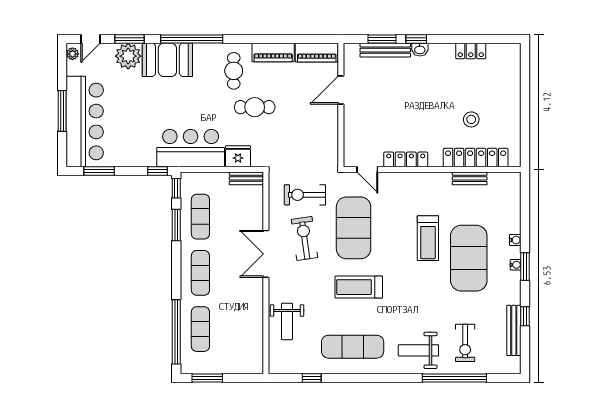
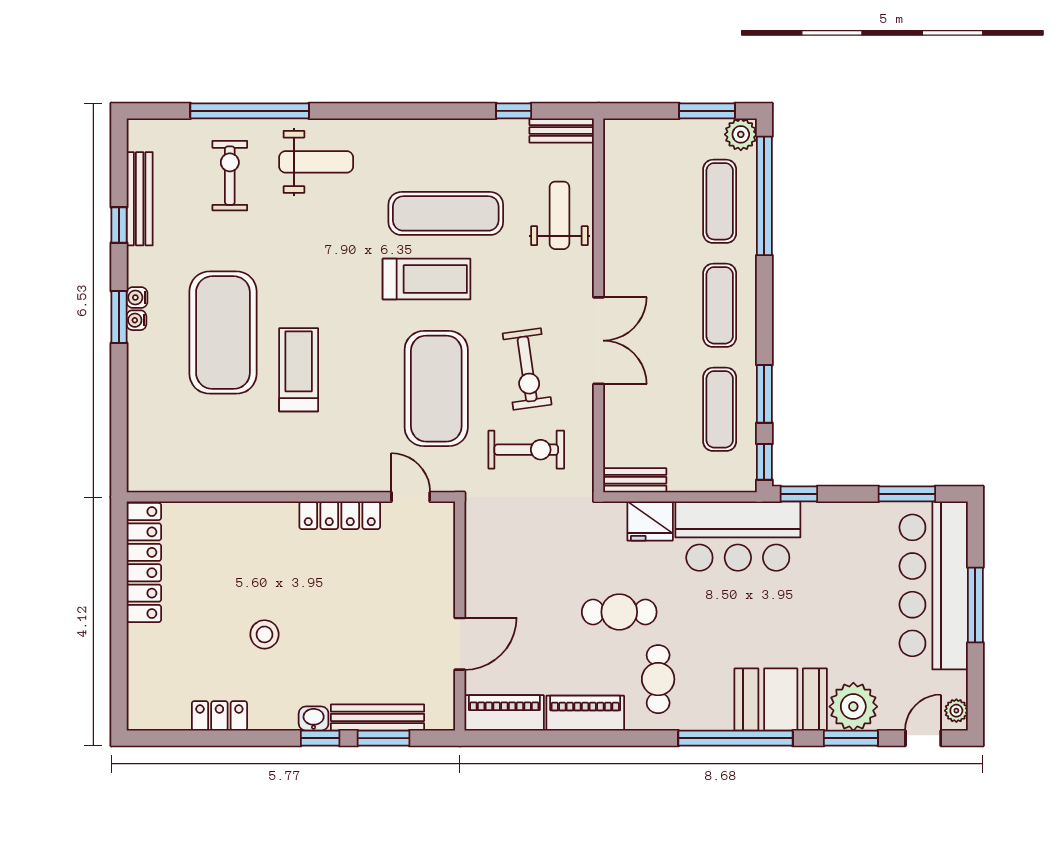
stool: (471, 119) -> (264, 634), moved
locker: (476, 158) -> (144, 563), moved, turned -90
bench: (470, 178) -> (561, 131), moved
water cooler: (515, 240) -> (137, 298), moved
exercise mat: (353, 347) -> (446, 213), moved
plant: (189, 365) -> (741, 134), added

